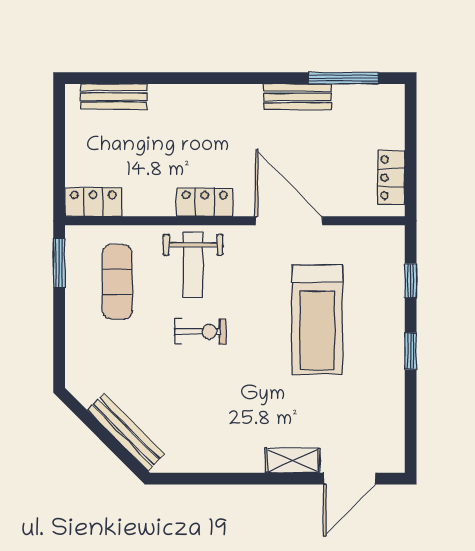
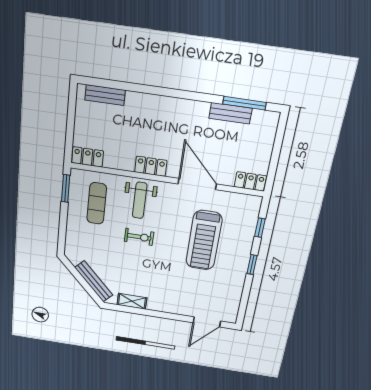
bench: (298, 97) -> (230, 113), moved
locker: (391, 177) -> (250, 181), moved, turned 90
shelving: (293, 461) -> (132, 301), moved

